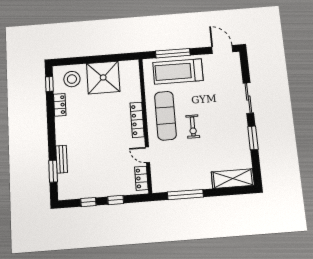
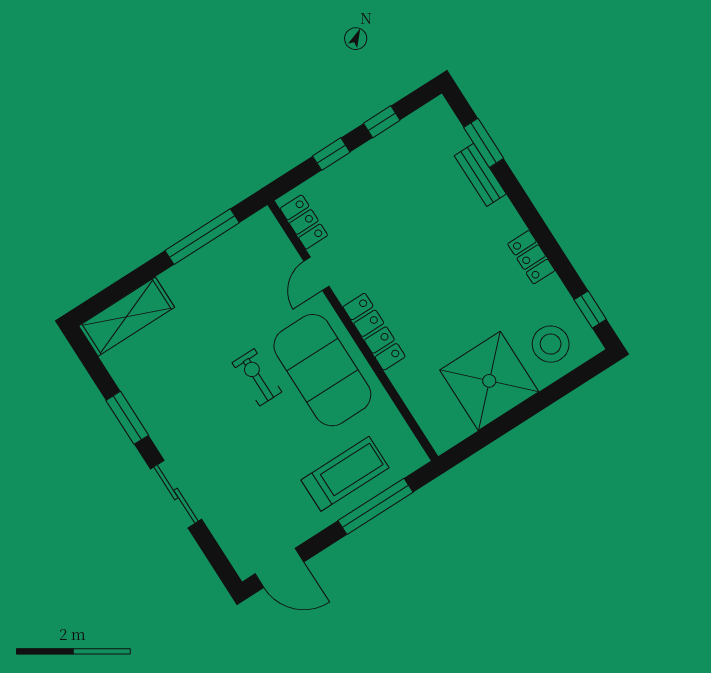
treadmill: (178, 71) -> (345, 474), width x0.73, depth x0.73
locker: (60, 105) -> (531, 257), moved
exercise mat: (165, 116) -> (322, 370), width x1.47
door: (147, 155) -> (316, 274), swing flipped

